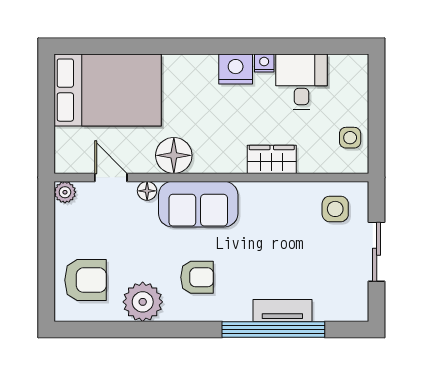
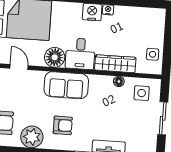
desk: (301, 82) -> (80, 54), moved, turned 180
wardrobe: (272, 159) -> (115, 64), width x1.50
floor lamp: (147, 191) -> (119, 81), moved

